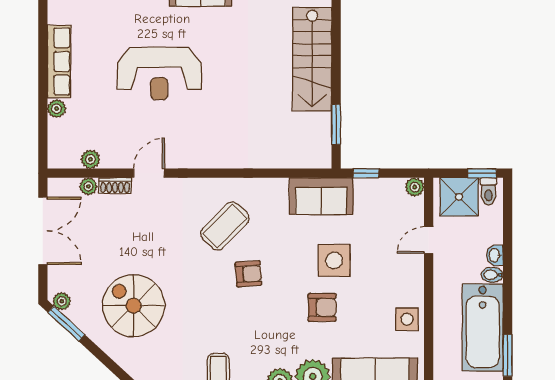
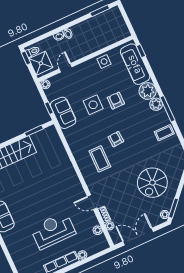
reception desk: (159, 74) -> (53, 231), moved, turned -90
sofa: (321, 196) -> (63, 113), moved
coffee table: (225, 226) -> (100, 159), turned 45
door: (429, 240) -> (65, 68), swing flipped
bathtub: (483, 328) -> (93, 27), removed

